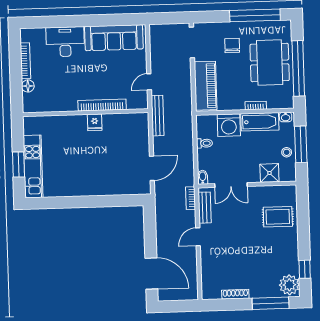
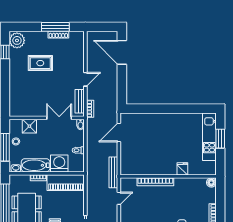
floor lamp: (28, 86) -> (211, 183), moved
piano: (205, 86) -> (66, 183), moved, turned -90
fridge: (95, 122) -> (182, 169), moved
rug: (278, 217) -> (40, 63), moved
window: (271, 303) -> (55, 27), moved

